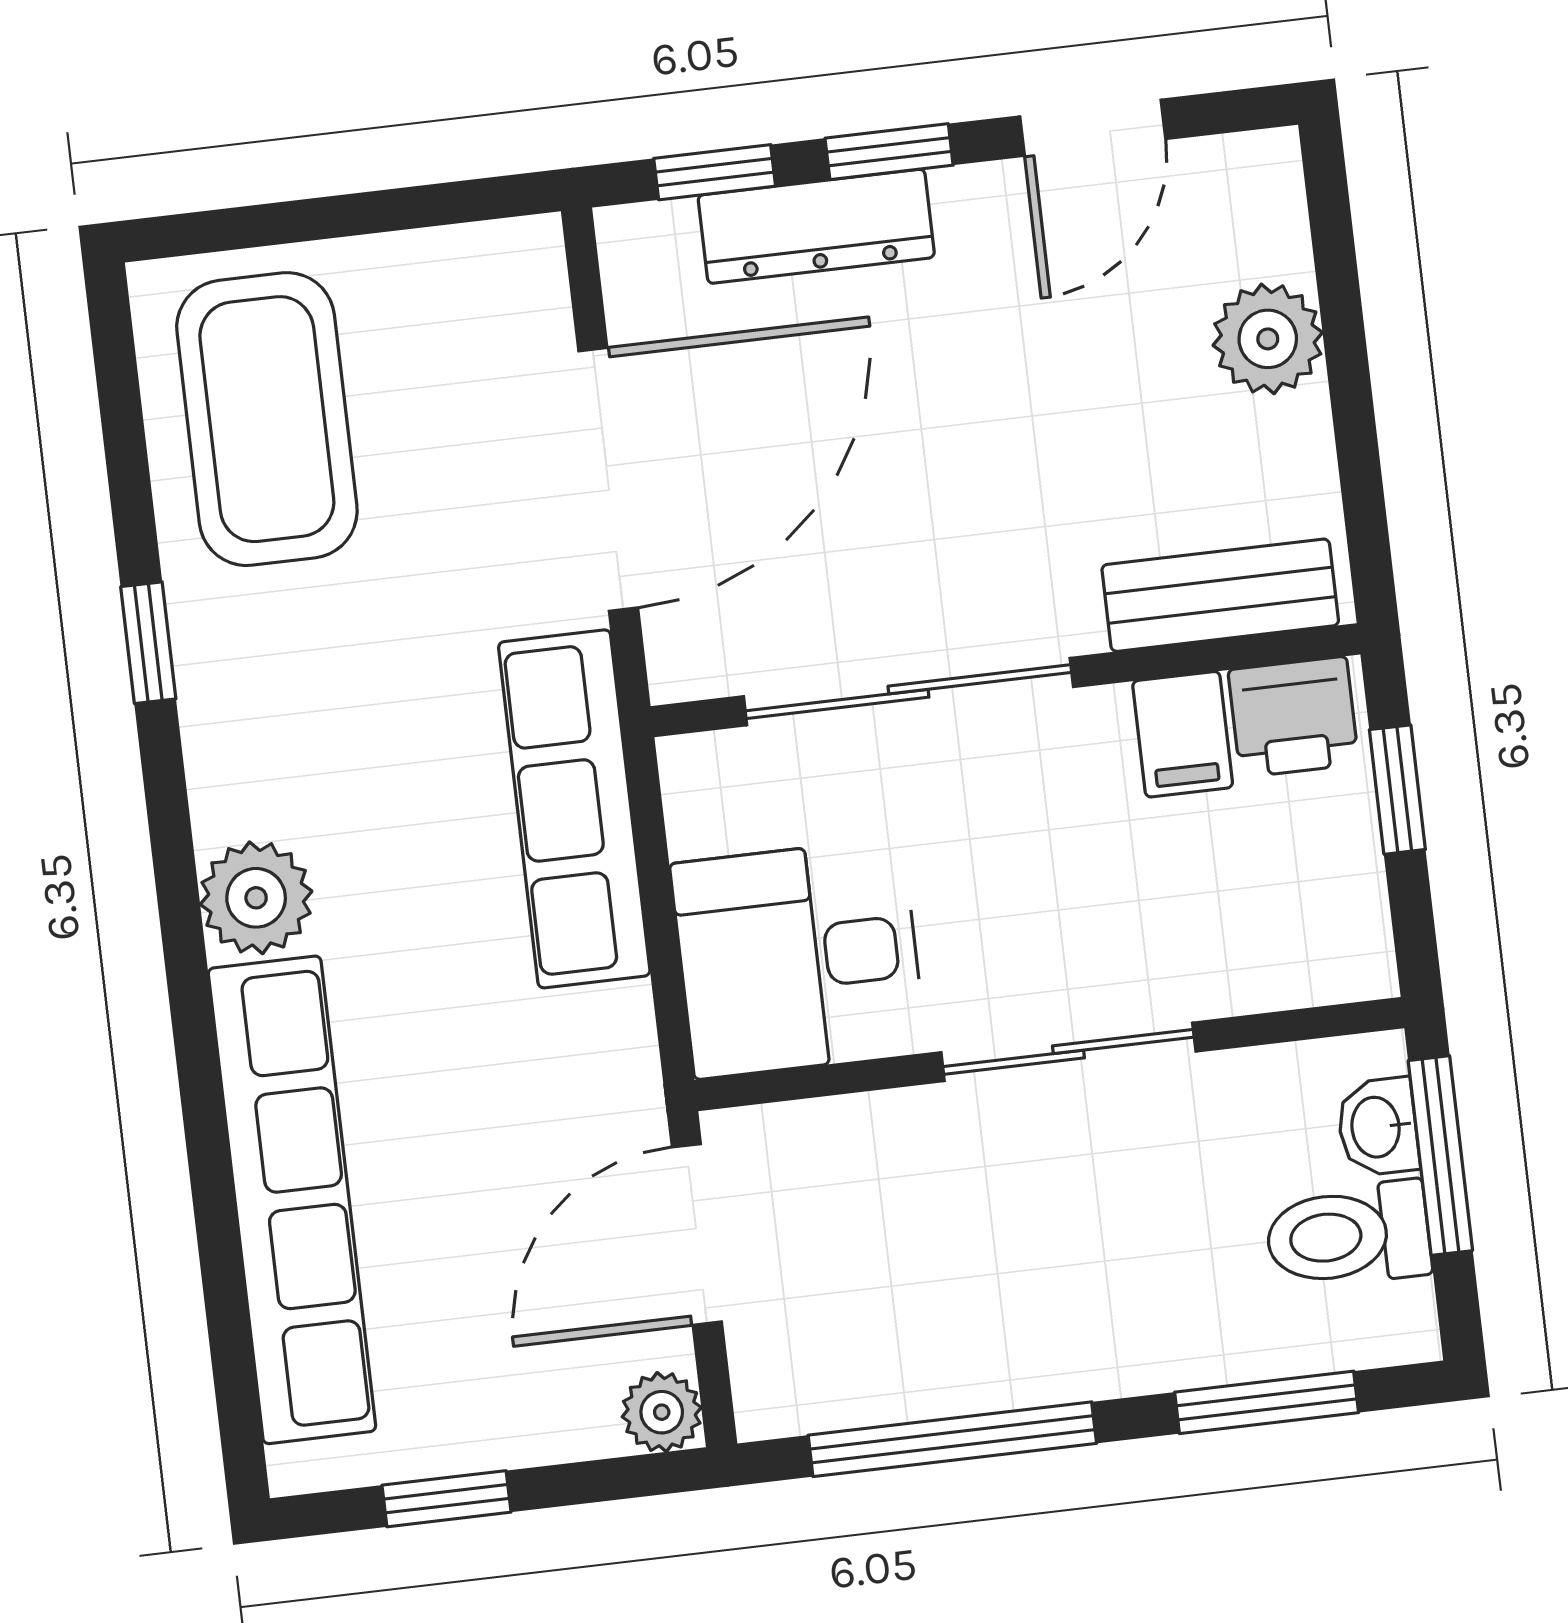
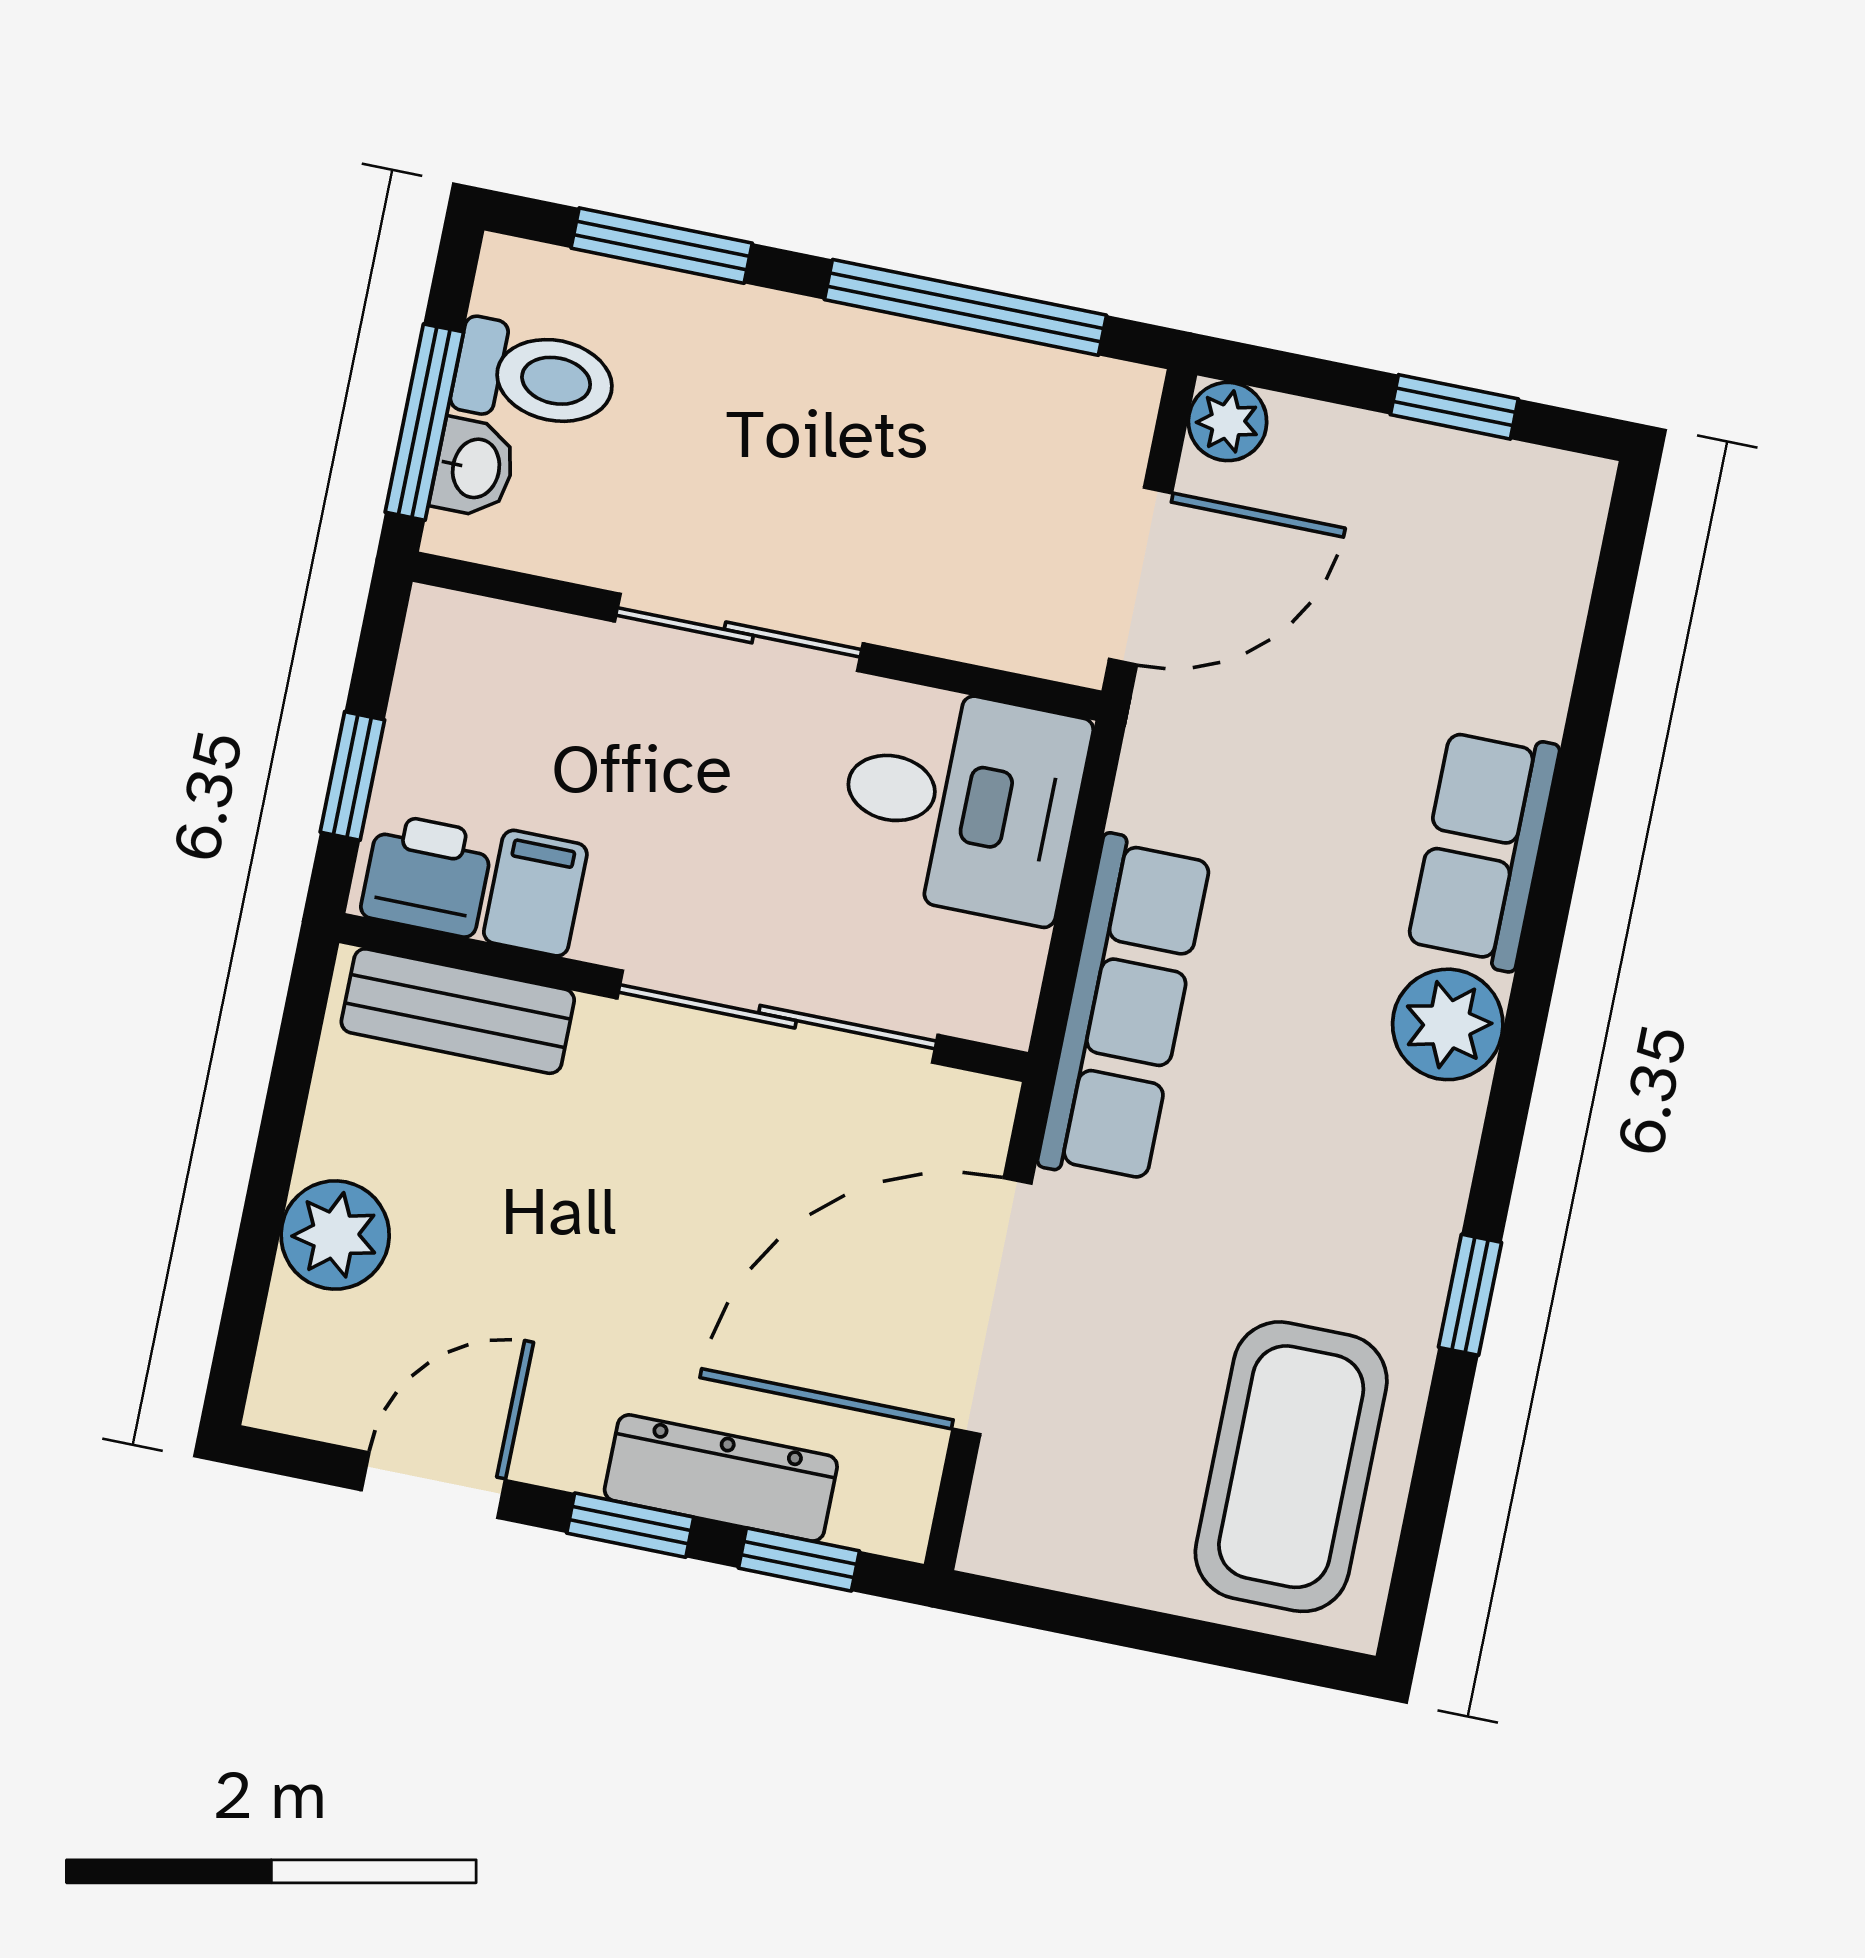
row of seats: (292, 1200) -> (1483, 848), width x0.50

